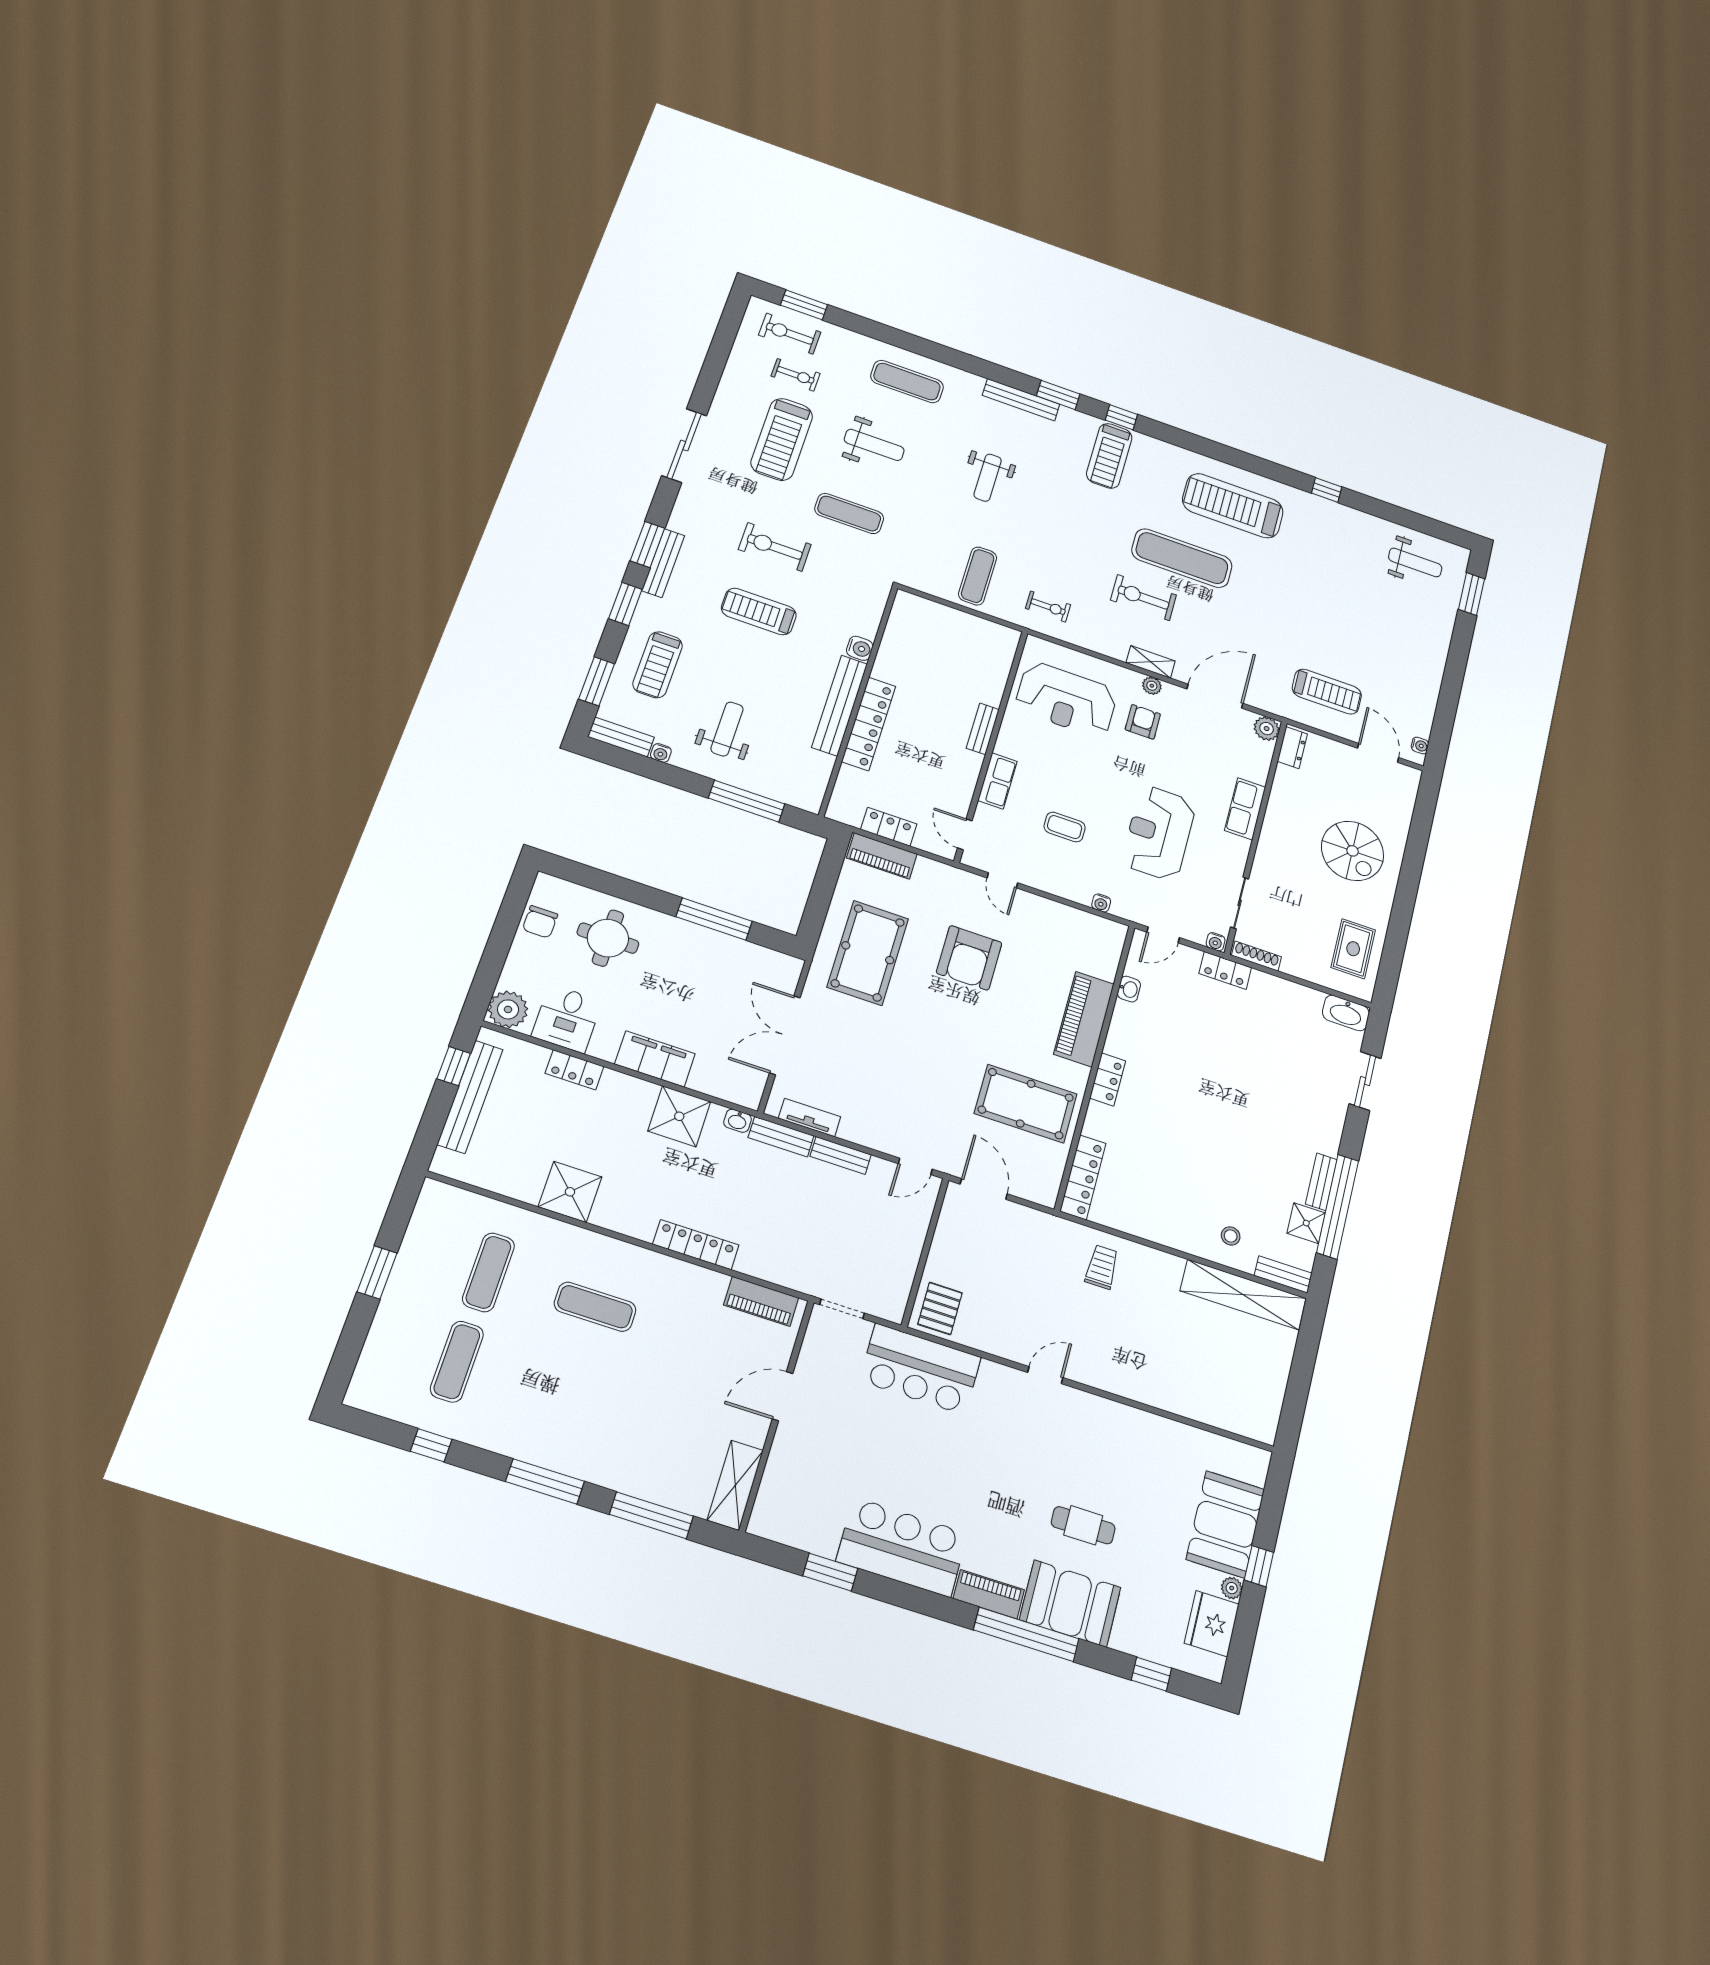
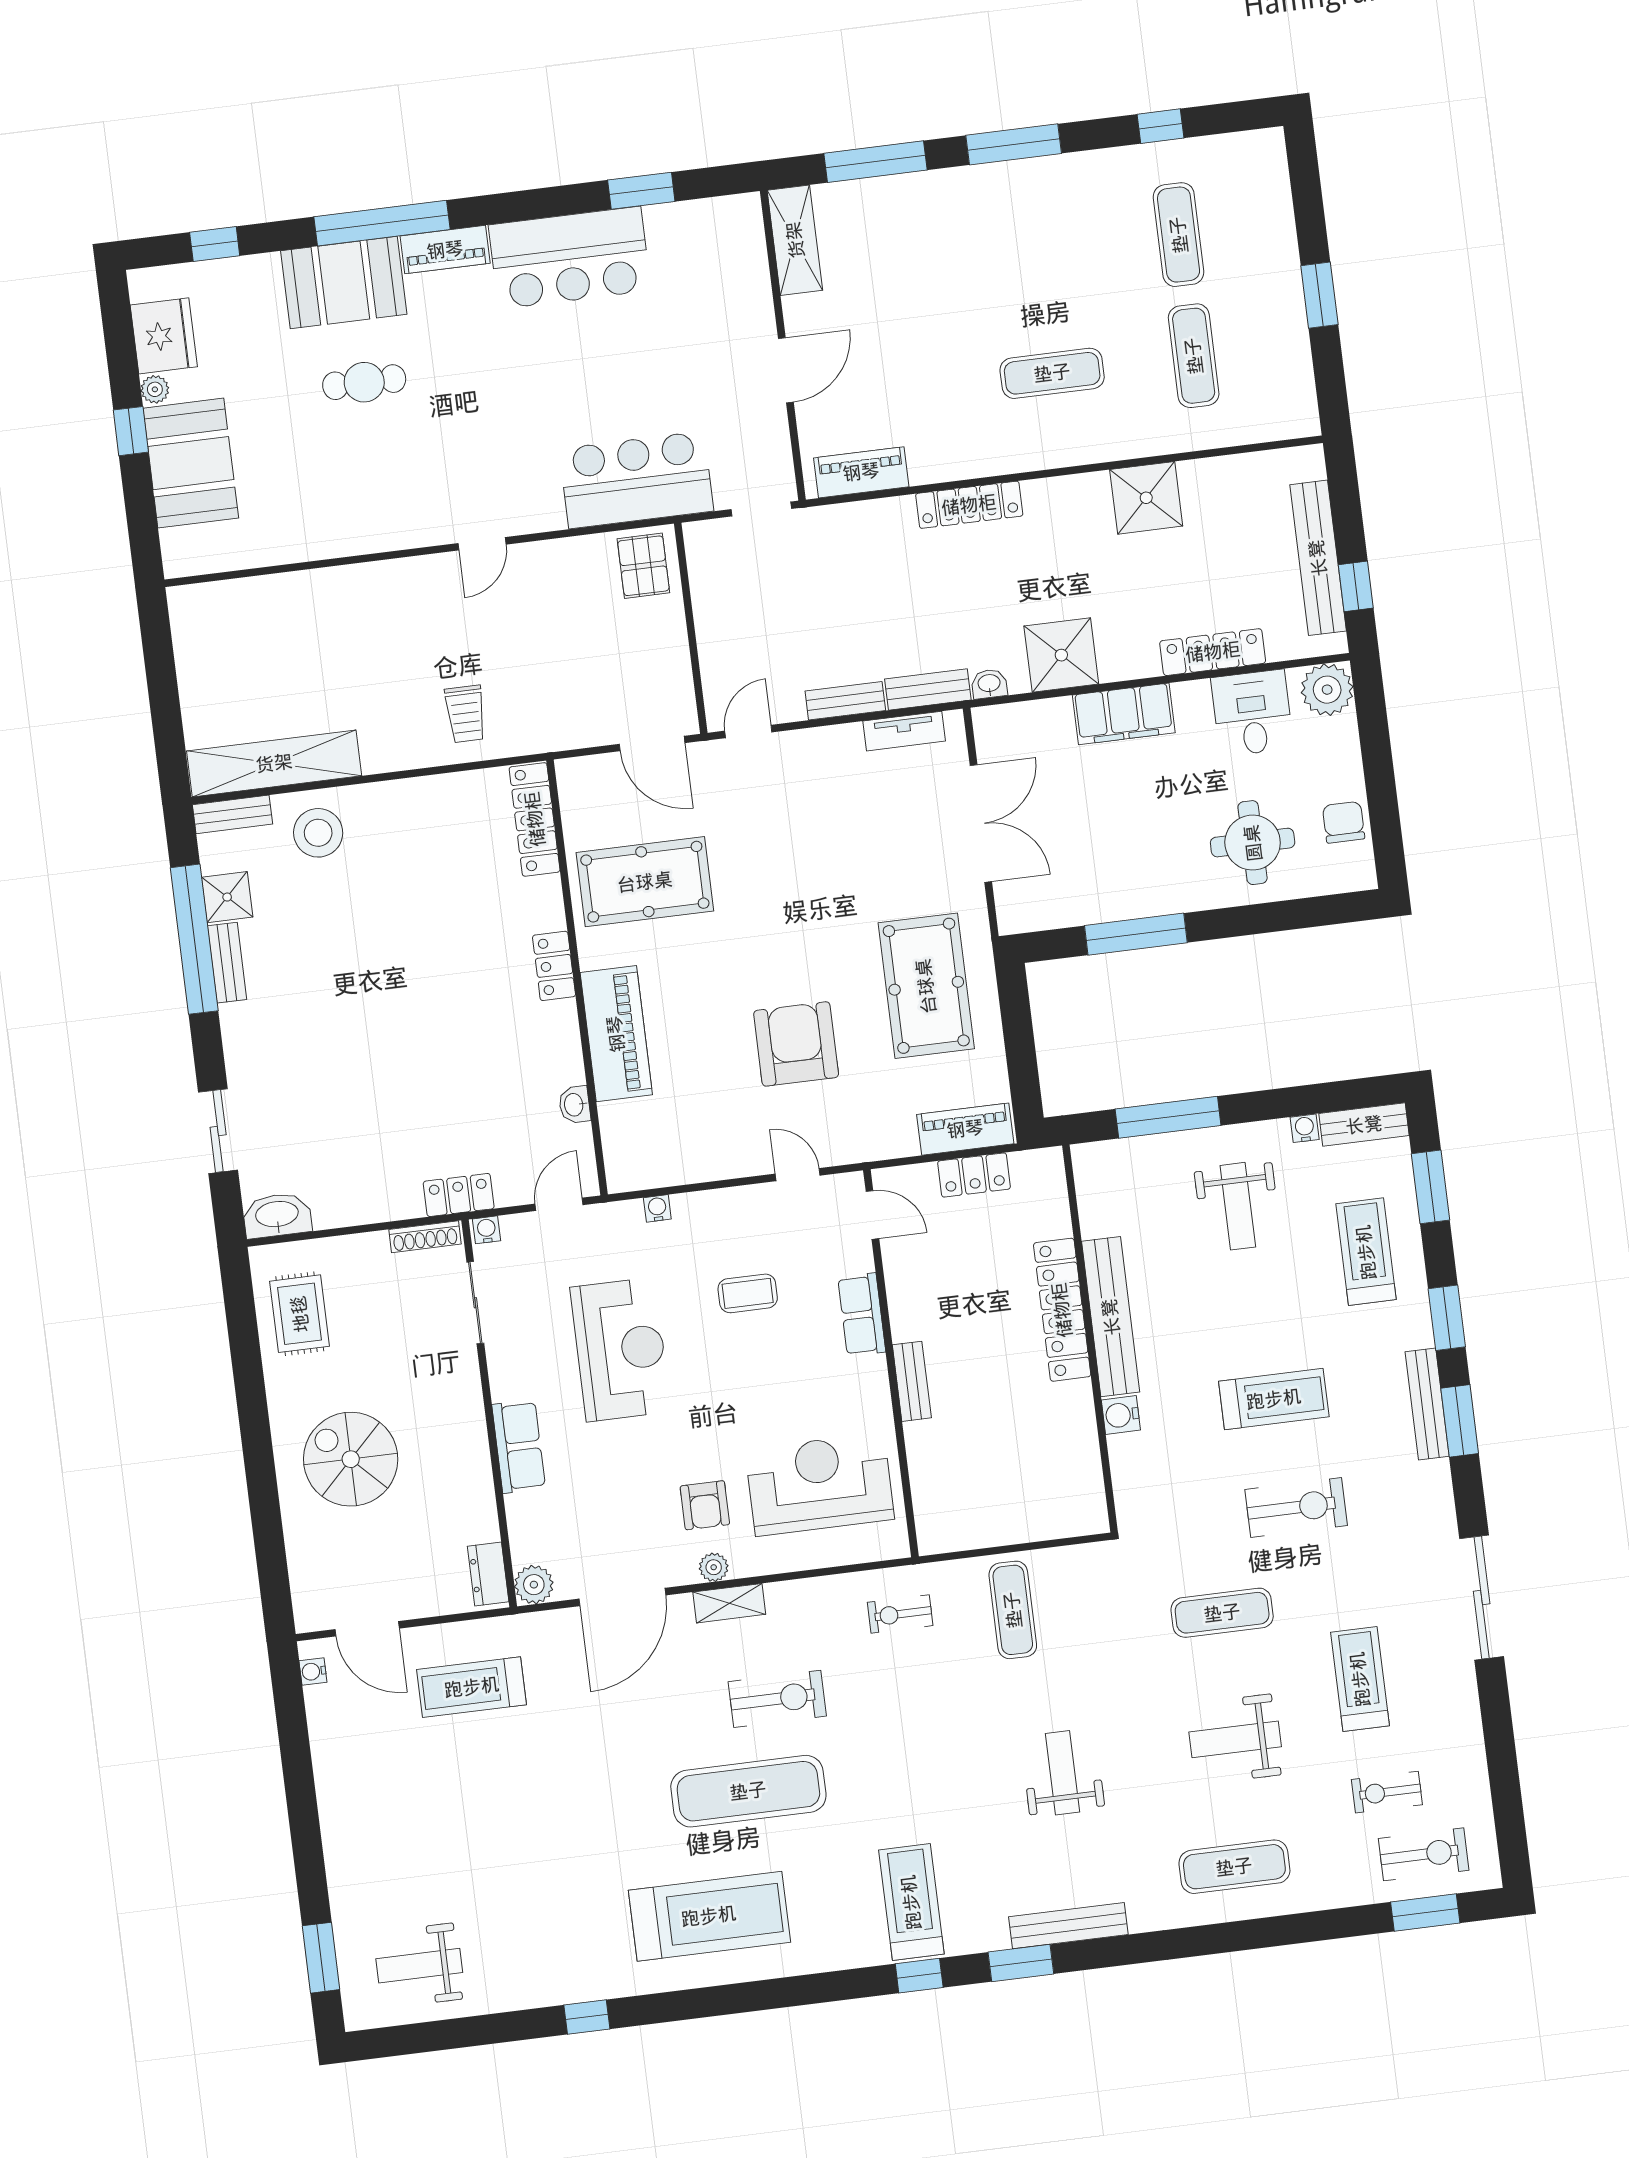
treadmill: (782, 439) -> (1360, 1679), width x0.73, depth x0.73
locker: (574, 1070) -> (1213, 652), width x1.53
stool: (1231, 1236) -> (318, 833), width x1.89, depth x1.89

